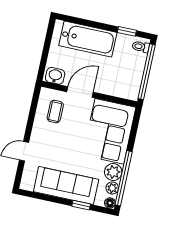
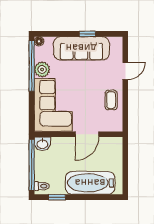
washbasin: (55, 76) -> (42, 144), moved
coffee table: (55, 112) -> (111, 100), moved
plant: (112, 188) -> (40, 55), removed
window: (81, 205) -> (87, 34), moved

